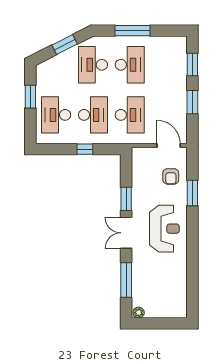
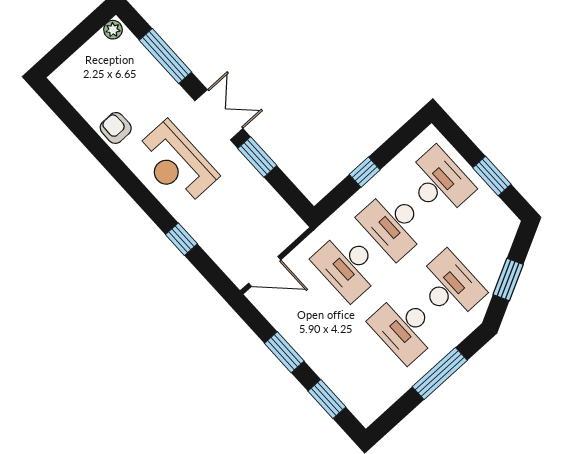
armchair: (171, 176) -> (116, 128), moved
window: (192, 193) -> (181, 239), width x0.67

